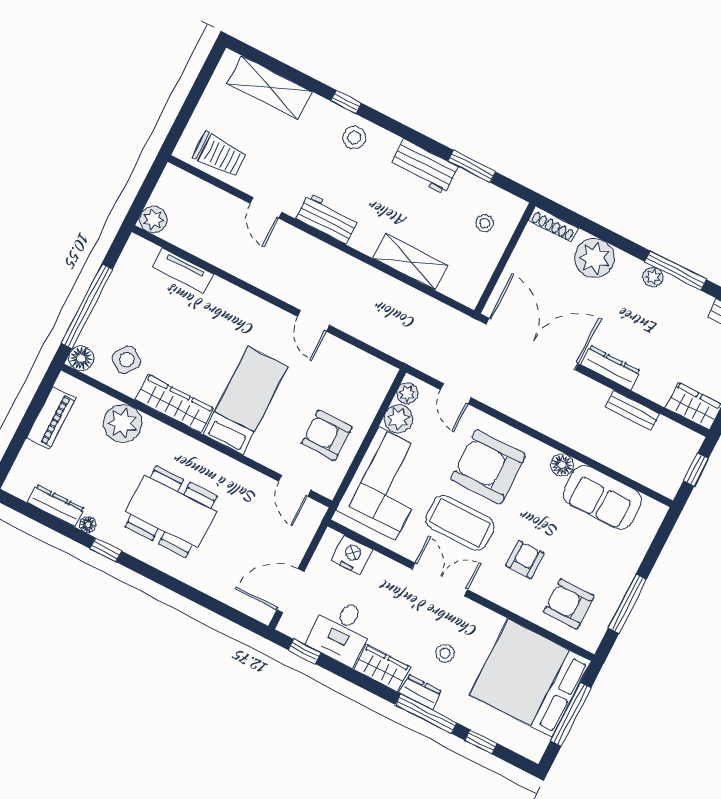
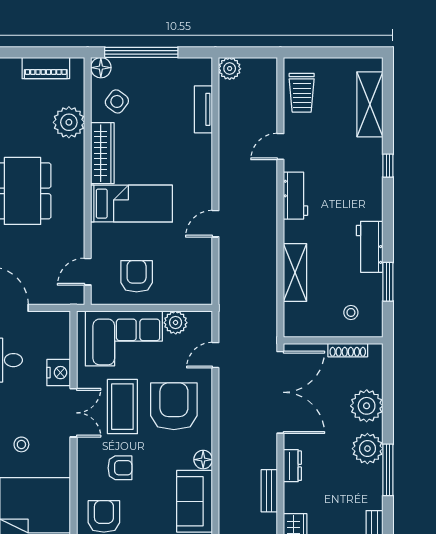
stool: (354, 138) -> (365, 185), removed
shoe rack: (553, 224) -> (348, 350), moved, turned -90
plant: (653, 277) -> (367, 449), width x1.88, depth x1.88
dresser: (611, 368) -> (292, 466), width x0.70
plant: (407, 393) -> (197, 320), removed
nightstand: (352, 555) -> (59, 373), moved

